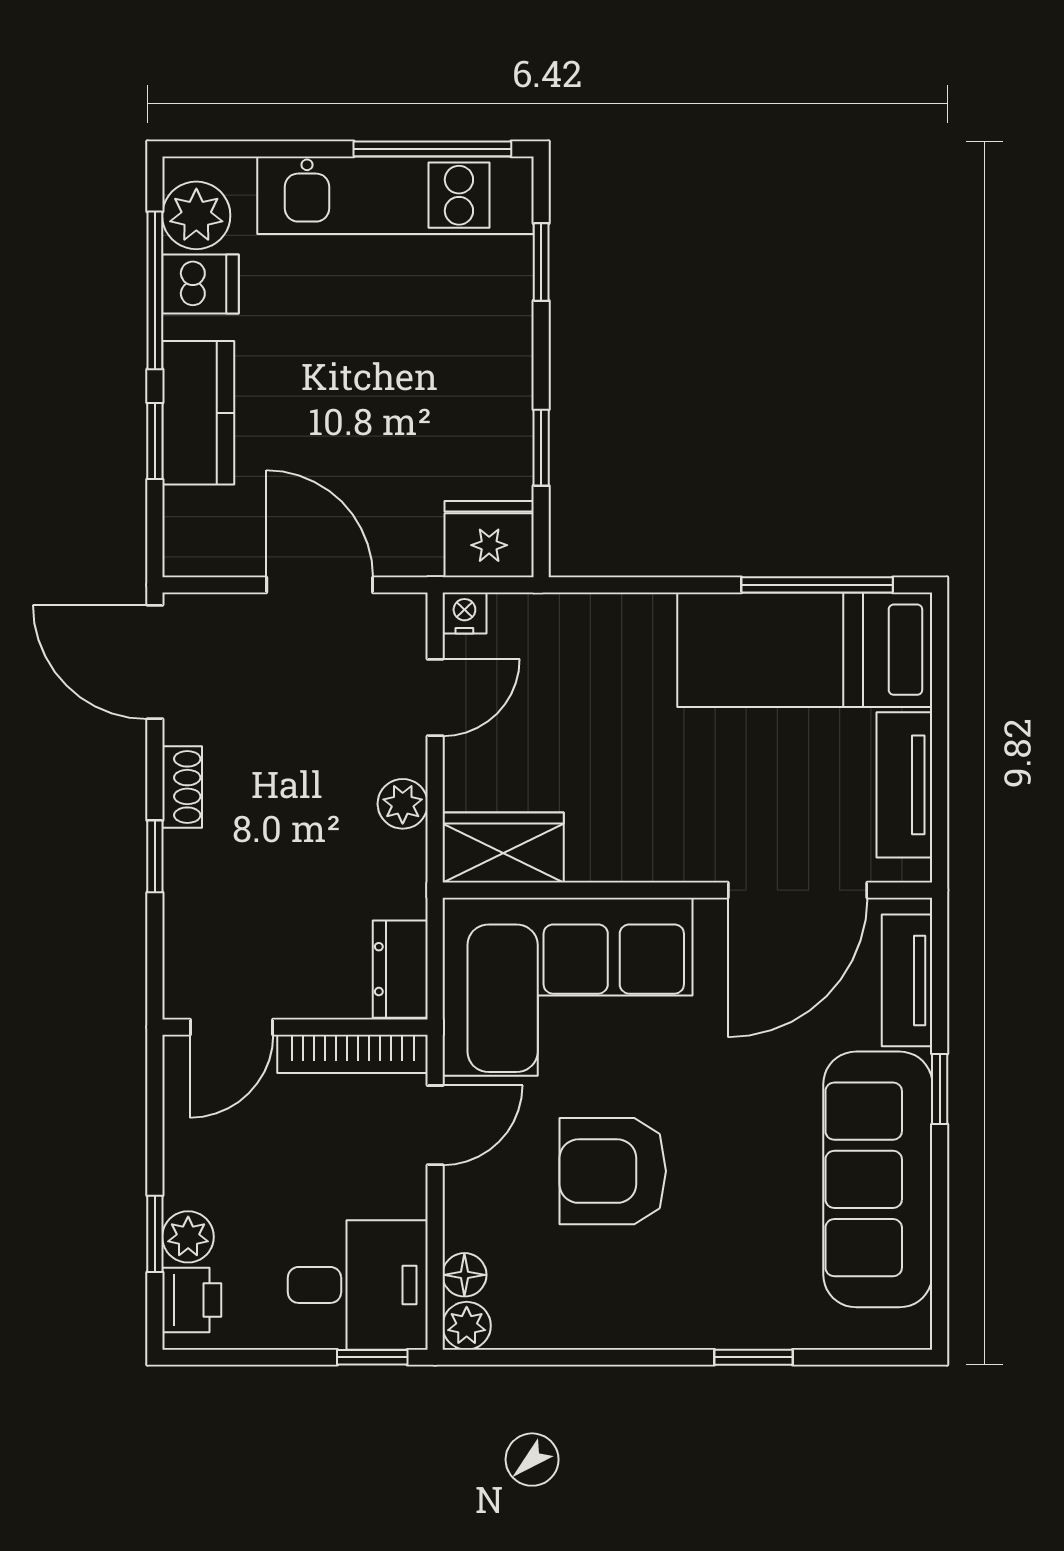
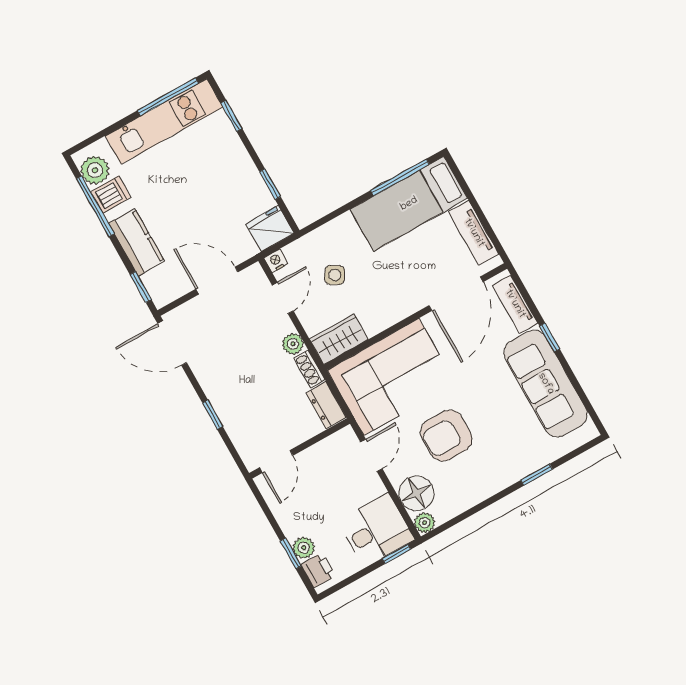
window: (155, 441) -> (141, 287), moved
side table: (569, 710) -> (335, 275), added
shoe rack: (182, 787) -> (309, 369), moved, turned 180
bookcase: (353, 1054) -> (326, 446), removed
floor lamp: (464, 1275) -> (416, 493), width x1.89, depth x1.89

